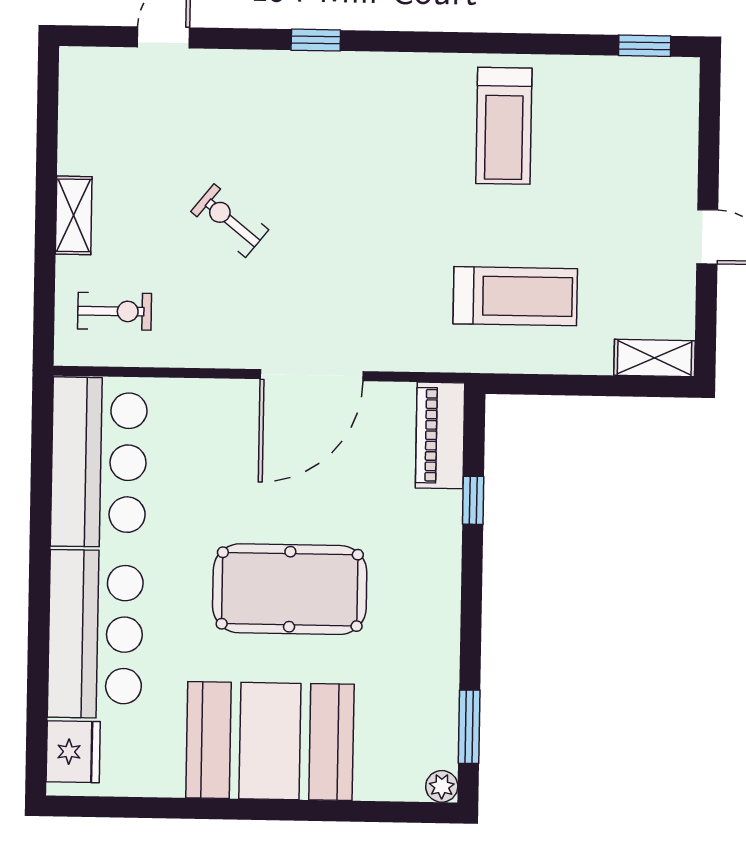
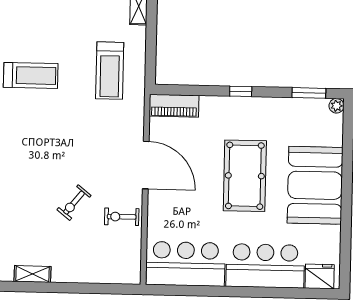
shelving: (74, 215) -> (32, 274), moved
treadmill: (515, 296) -> (110, 71), turned 180
exercise bike: (115, 311) -> (122, 217), moved, turned -90
window: (473, 500) -> (241, 91), moved

